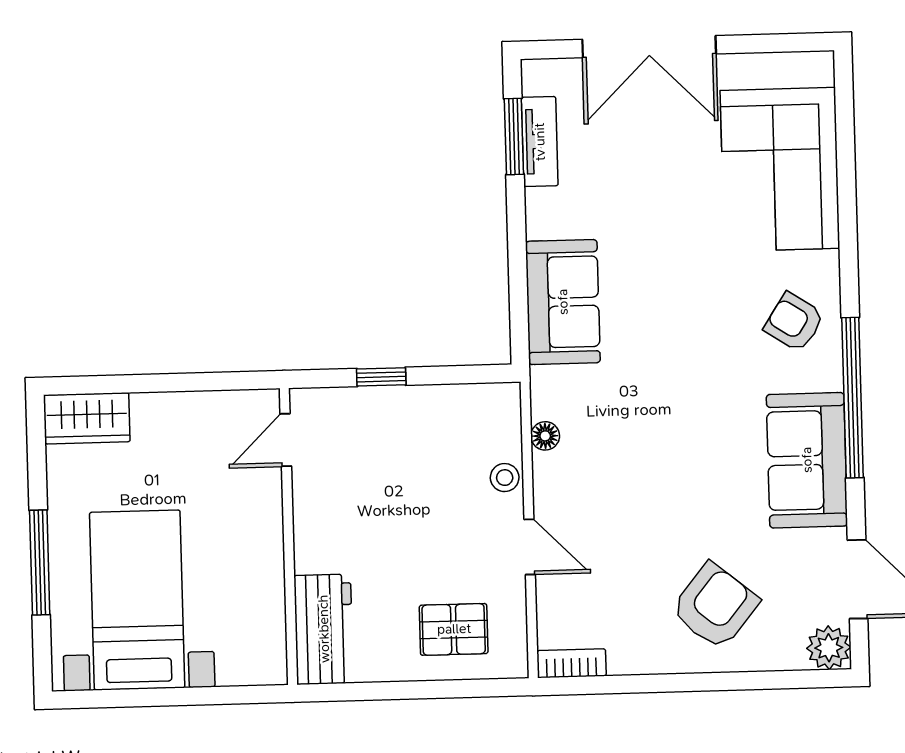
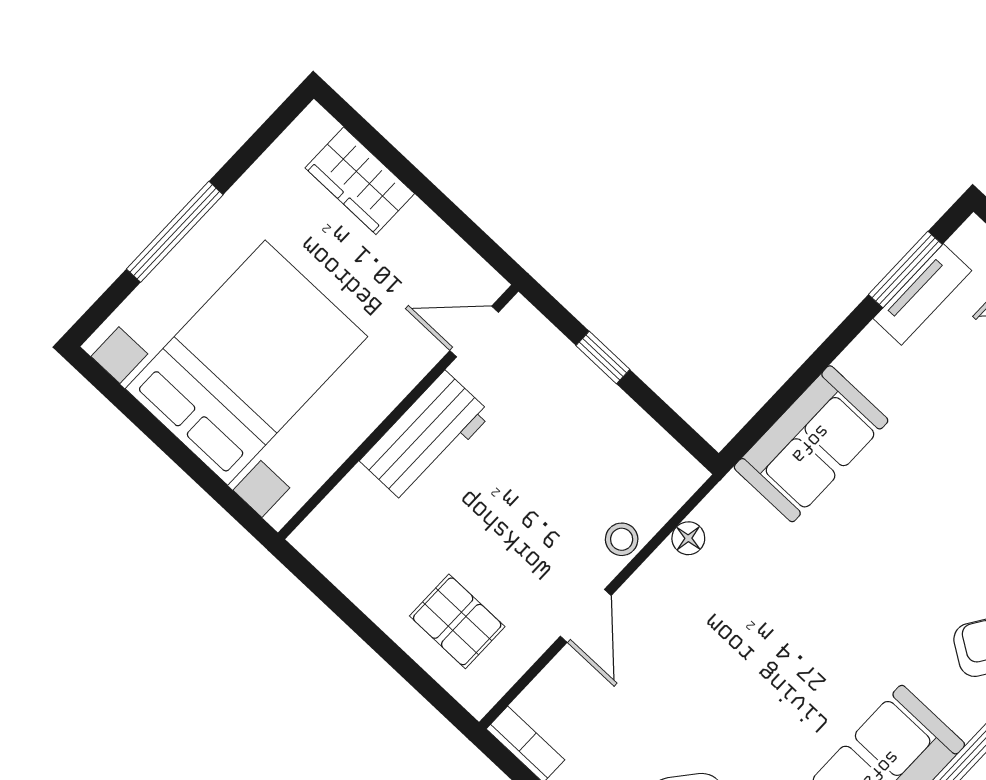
wardrobe: (87, 418) -> (360, 181), moved
bed with nightstands: (137, 600) -> (246, 363), width x1.36
workbench: (324, 629) -> (426, 437), moved

